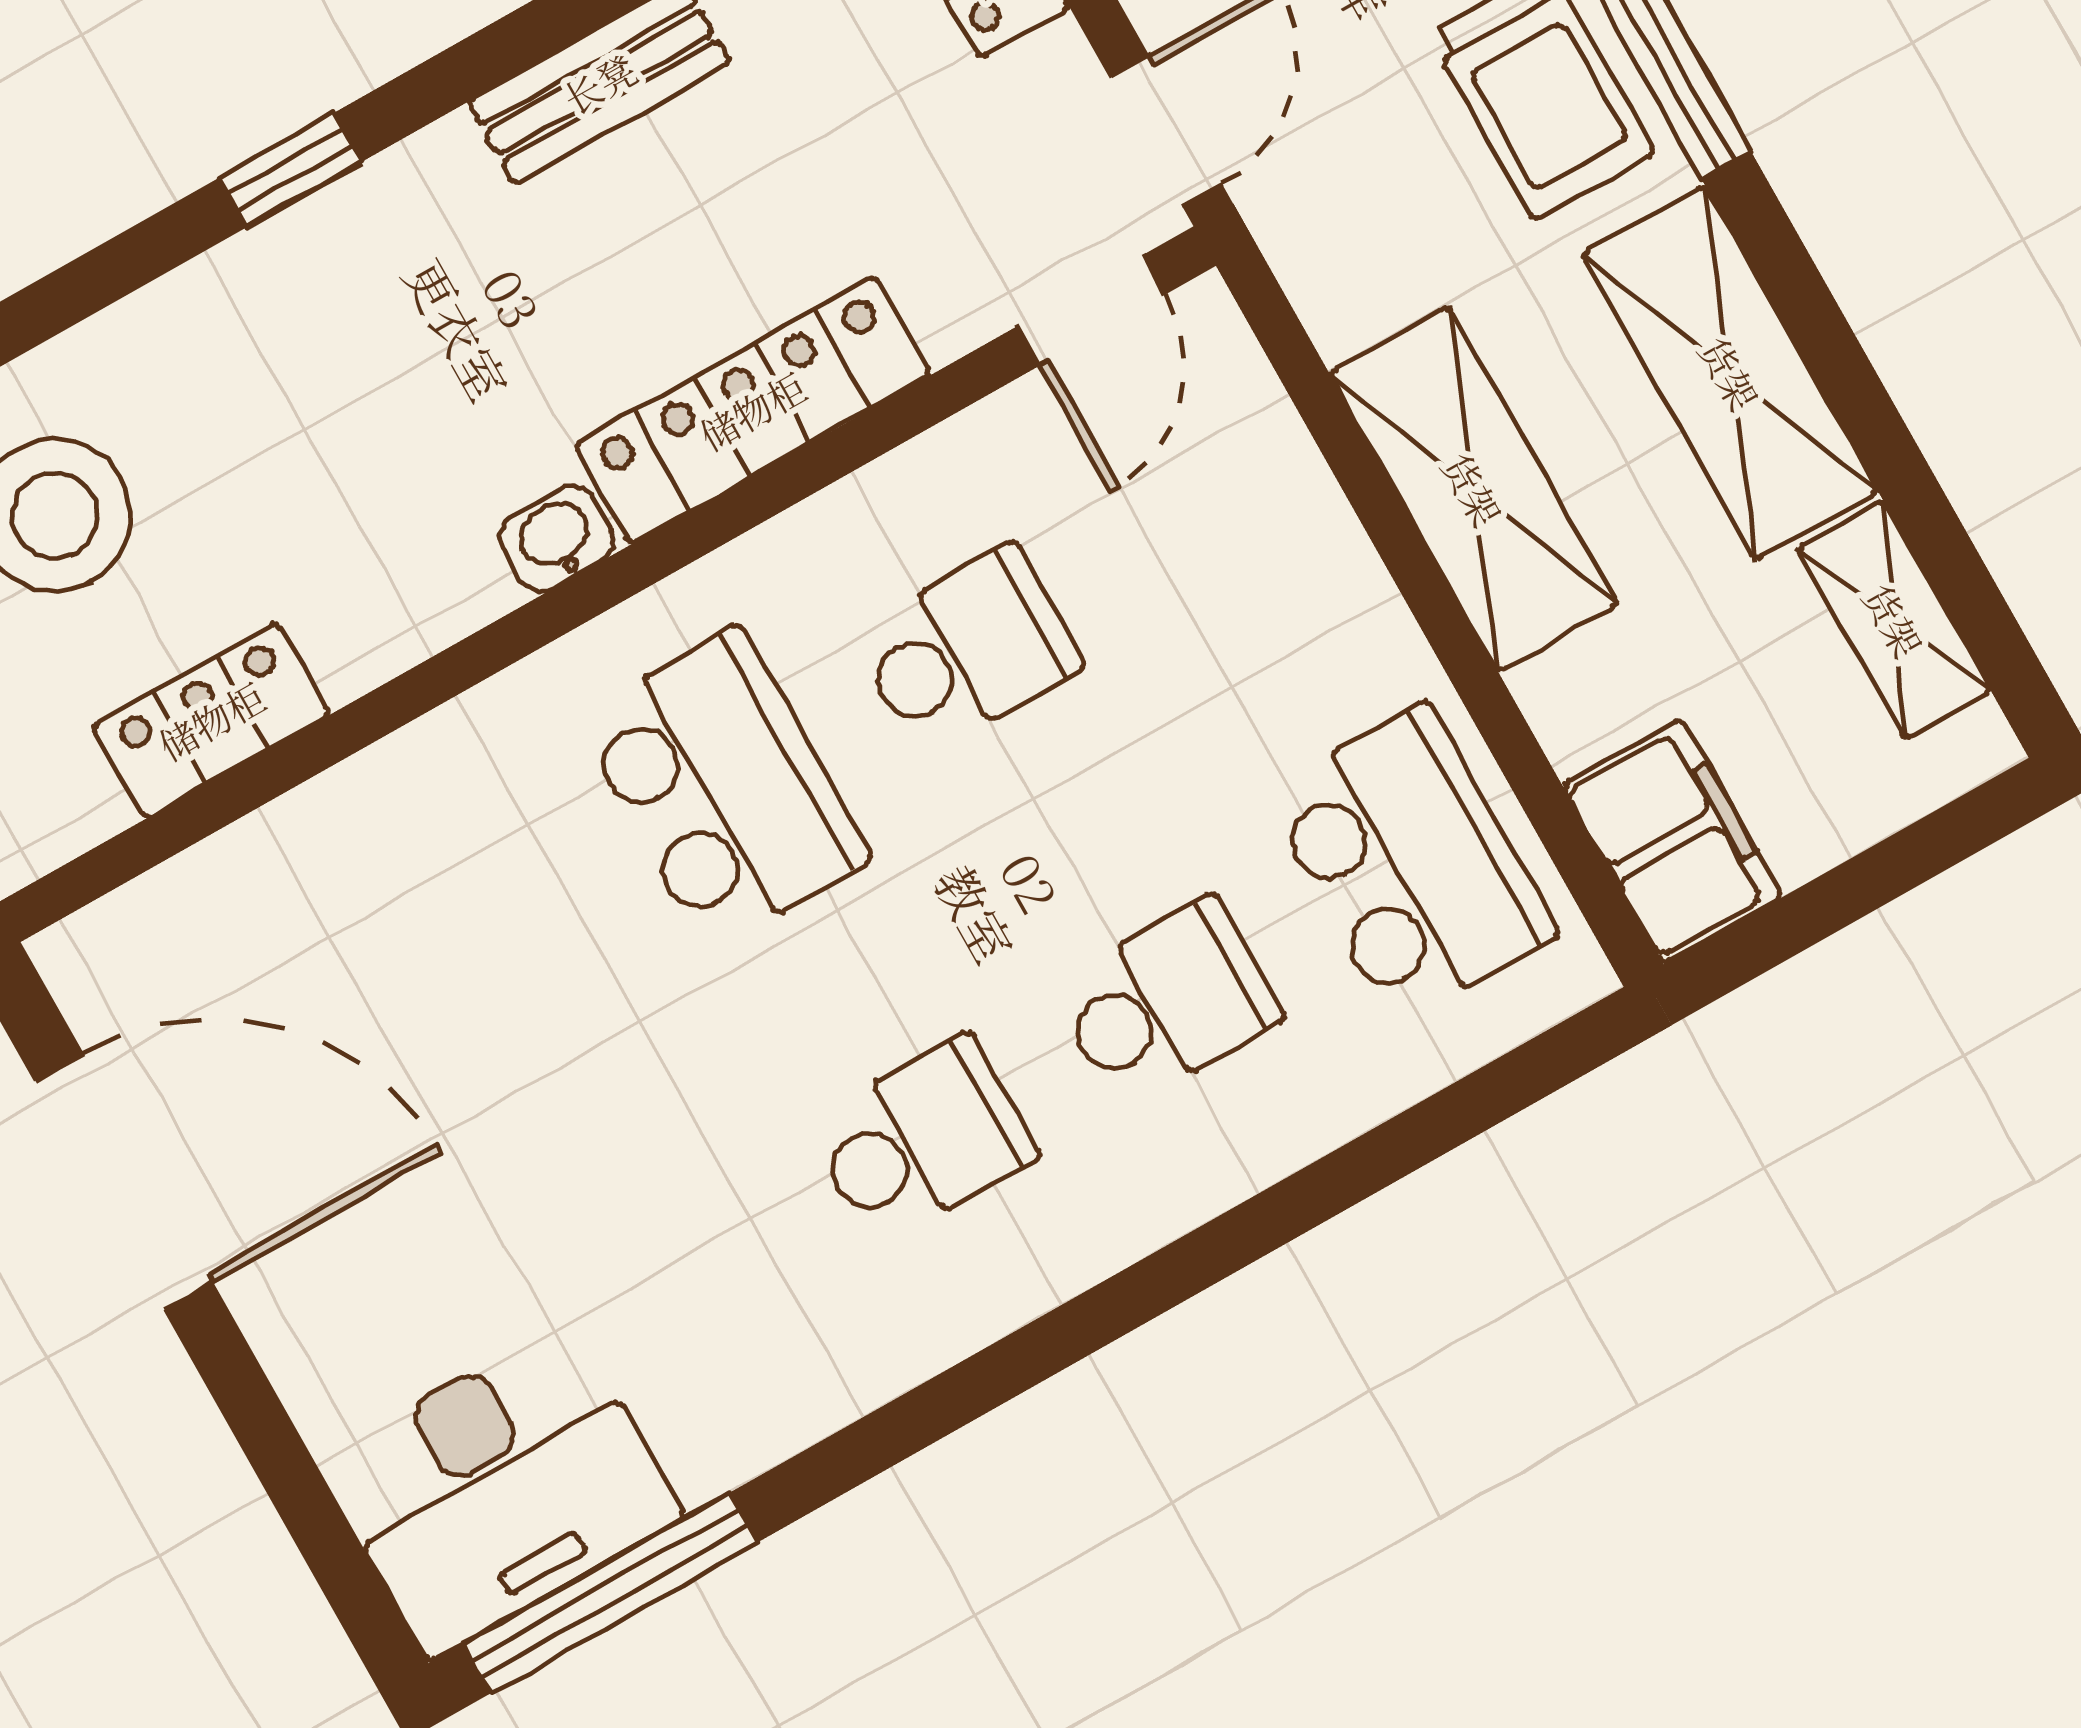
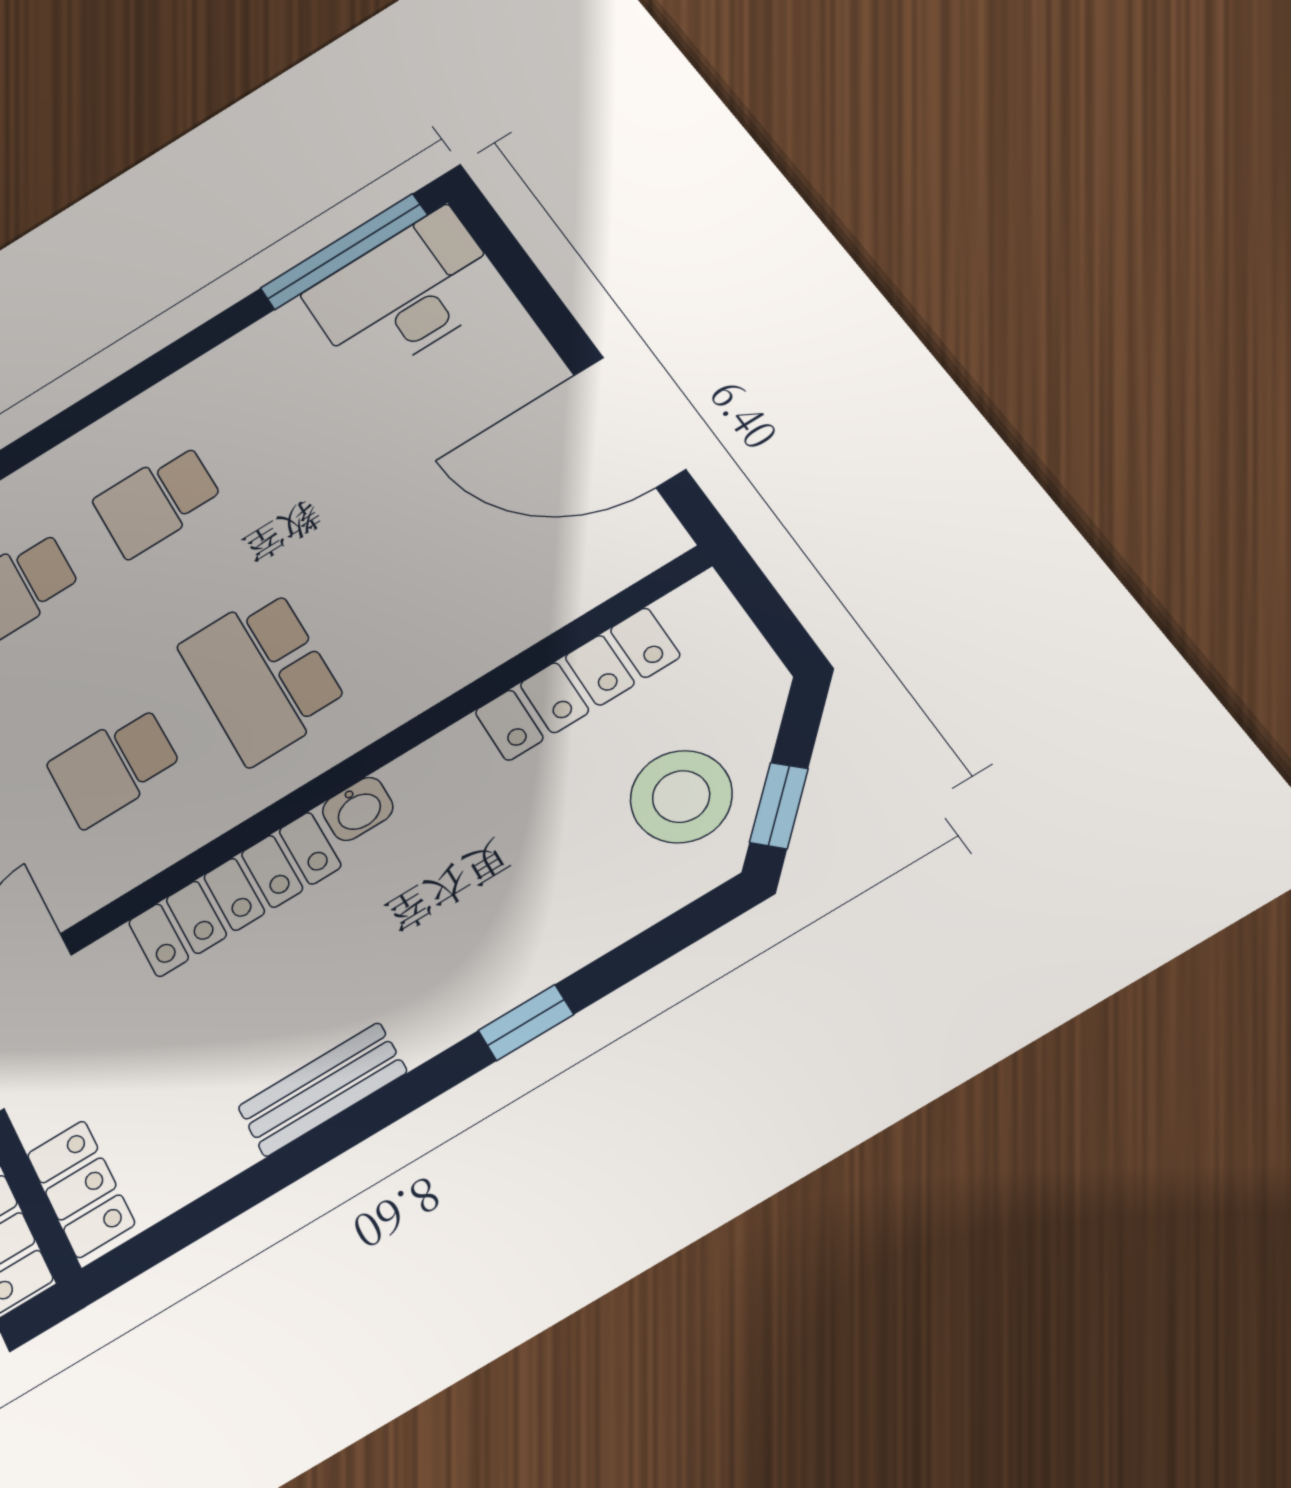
locker: (211, 720) -> (577, 684), width x1.53

